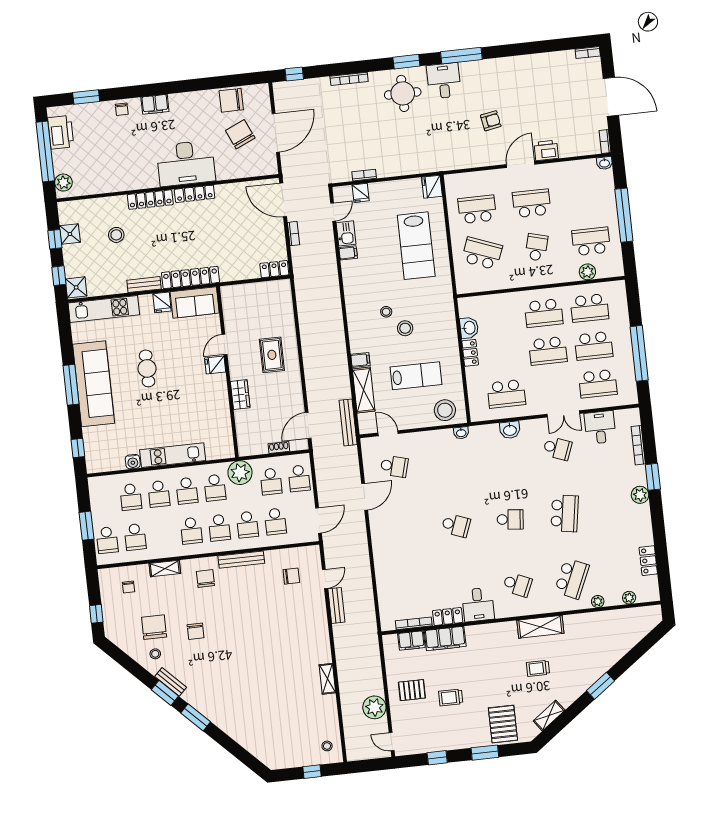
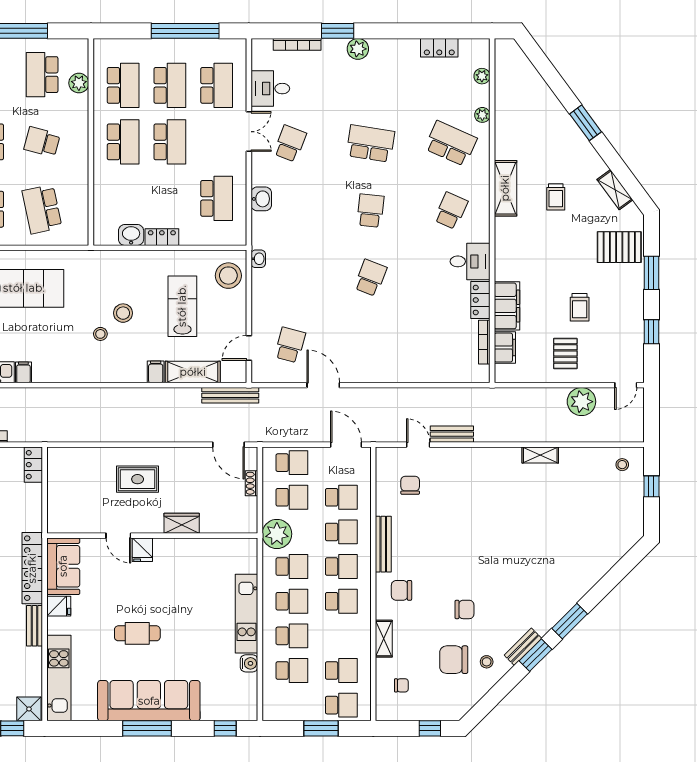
school desk: (482, 253) -> (42, 209), turned -33

